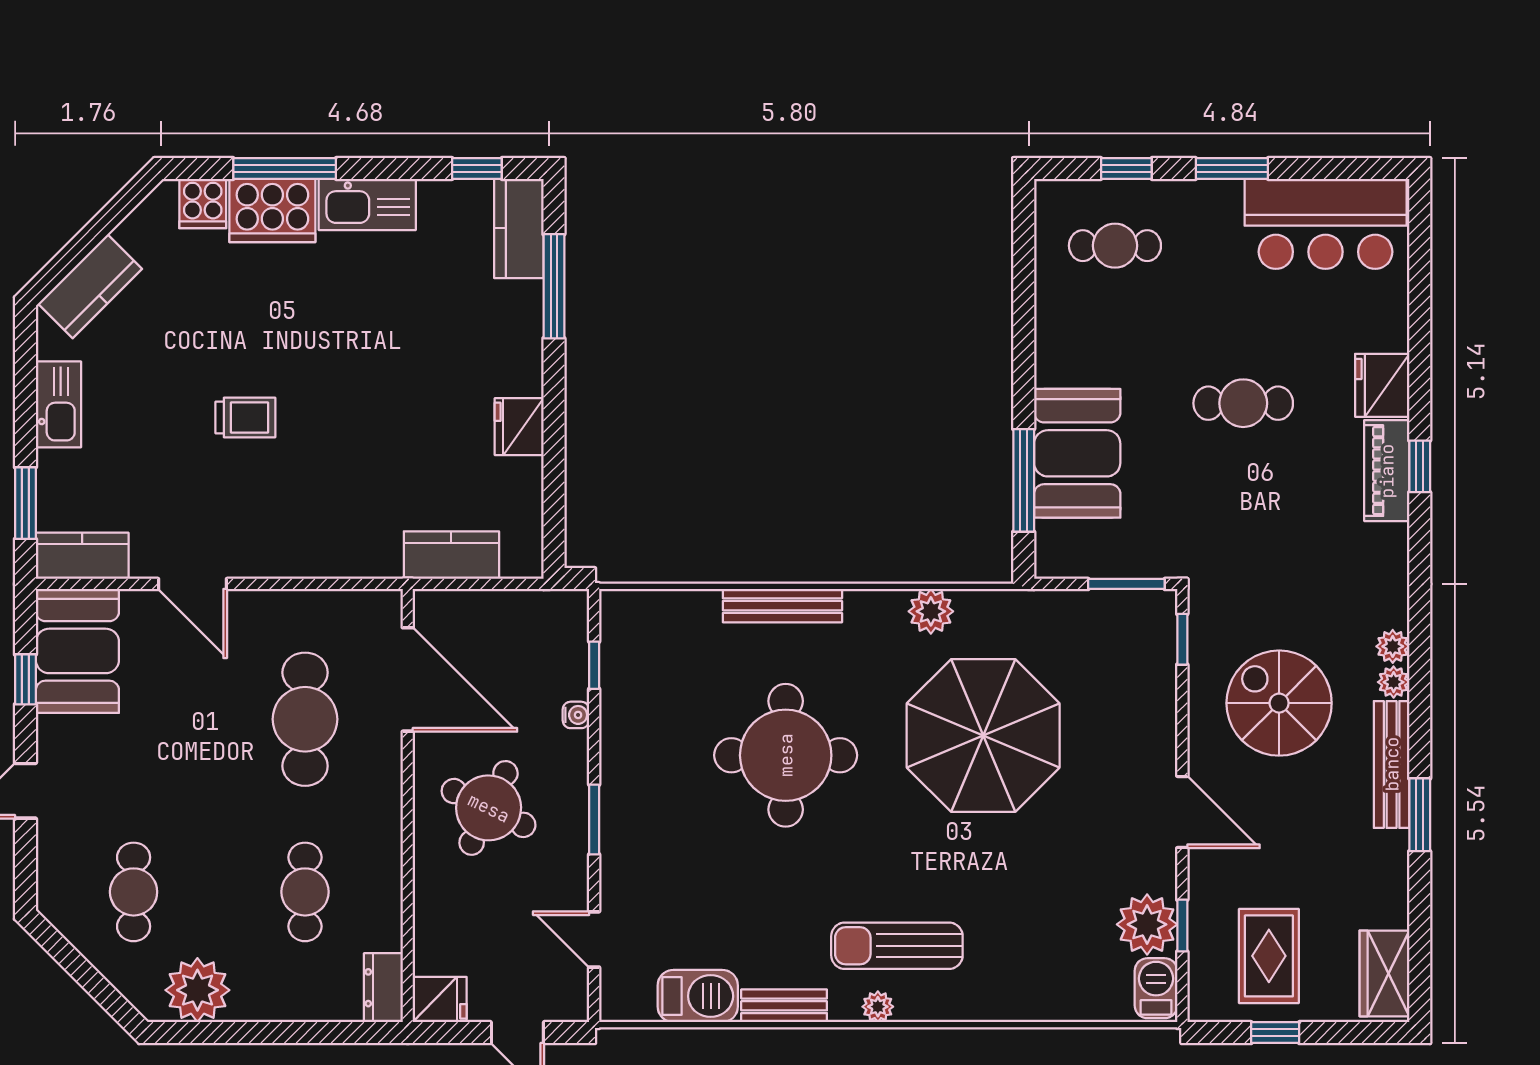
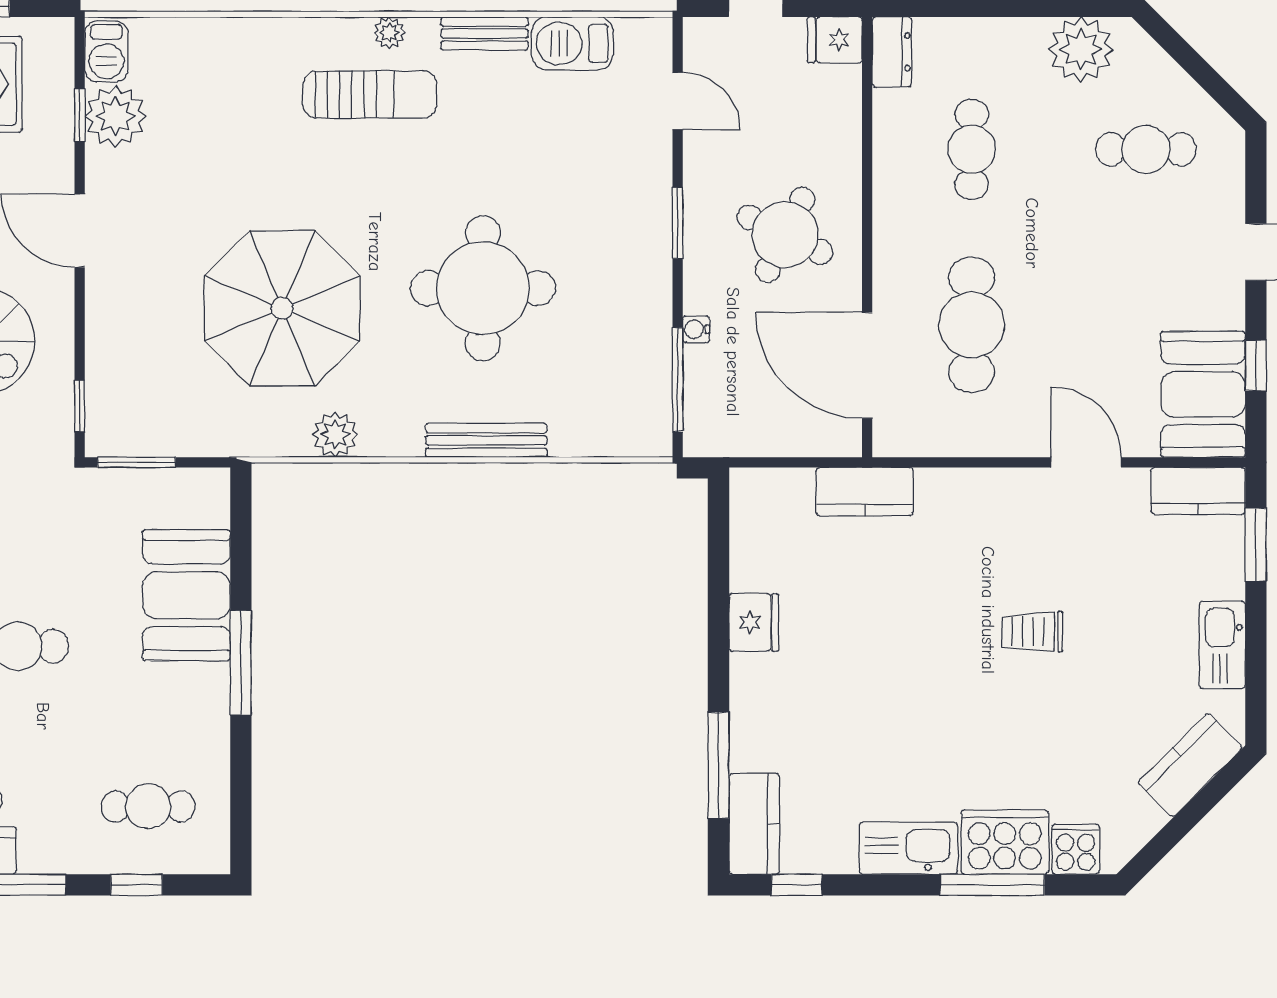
window: (1024, 480) -> (241, 663), moved
kitchen counter: (451, 555) -> (865, 492), moved
window: (594, 665) -> (678, 380), width x2.17
cafe table: (134, 892) -> (1146, 149), turned 90

